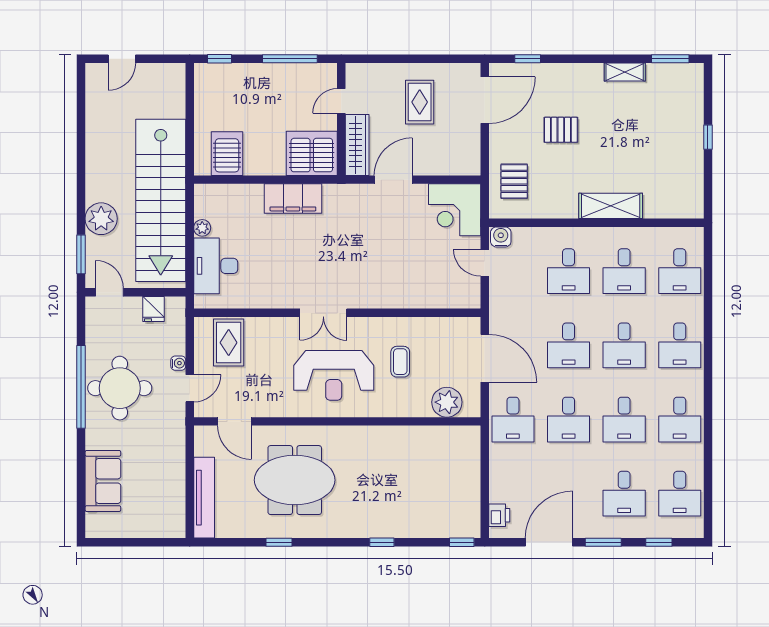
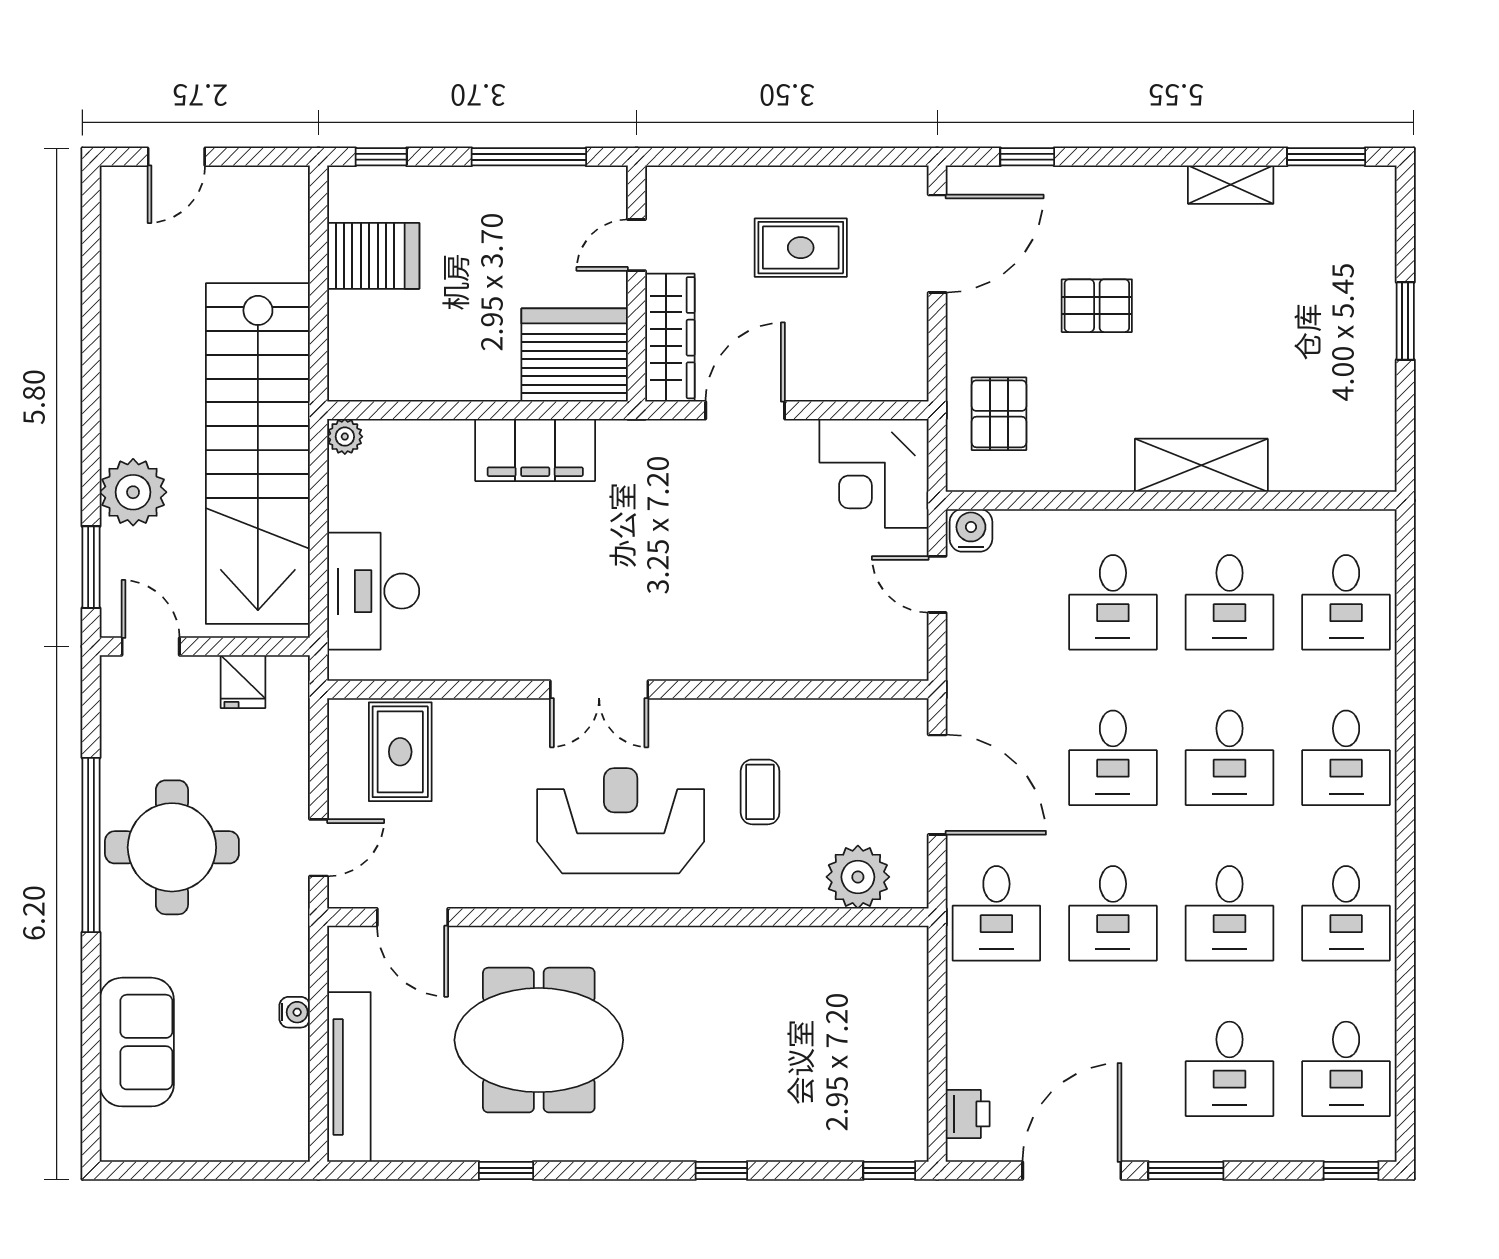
rug: (420, 102) -> (801, 248), turned 90
window: (708, 137) -> (1405, 321), width x1.50
server rack: (227, 154) -> (373, 256), moved, turned 90
plant: (202, 228) -> (345, 437), moved
water cooler: (178, 363) -> (295, 1012), moved
reception desk: (334, 375) -> (621, 821), turned 180
window: (659, 542) -> (1351, 1171), moved

